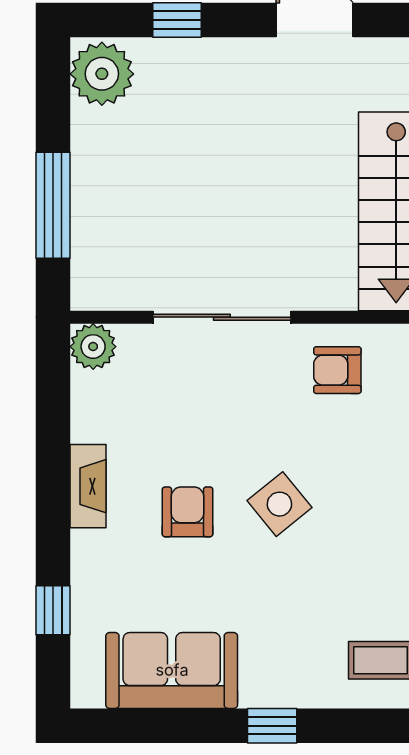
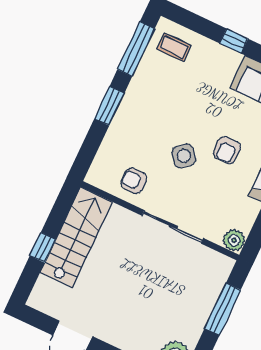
armchair: (337, 370) -> (134, 181), turned 180
side table: (279, 504) -> (184, 156), moved

